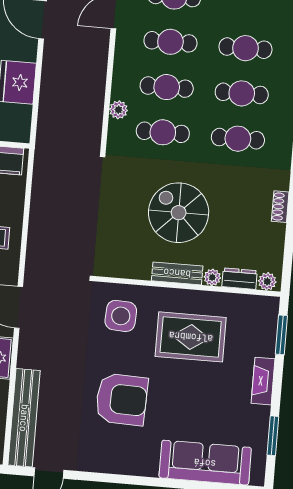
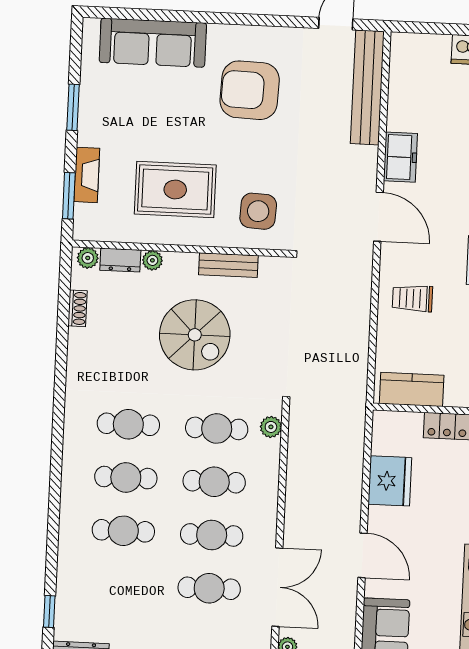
plant: (119, 110) -> (271, 427), moved
shoe rack: (280, 207) -> (78, 308), moved
bench: (177, 273) -> (228, 265), moved
fireplace: (263, 381) -> (87, 175), moved
armchair: (122, 399) -> (250, 90), moved
window: (273, 436) -> (73, 107), moved

